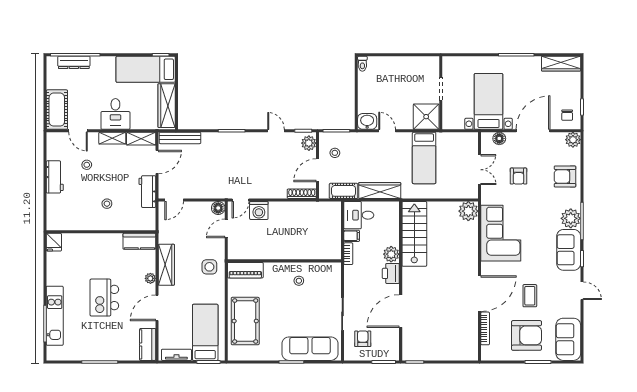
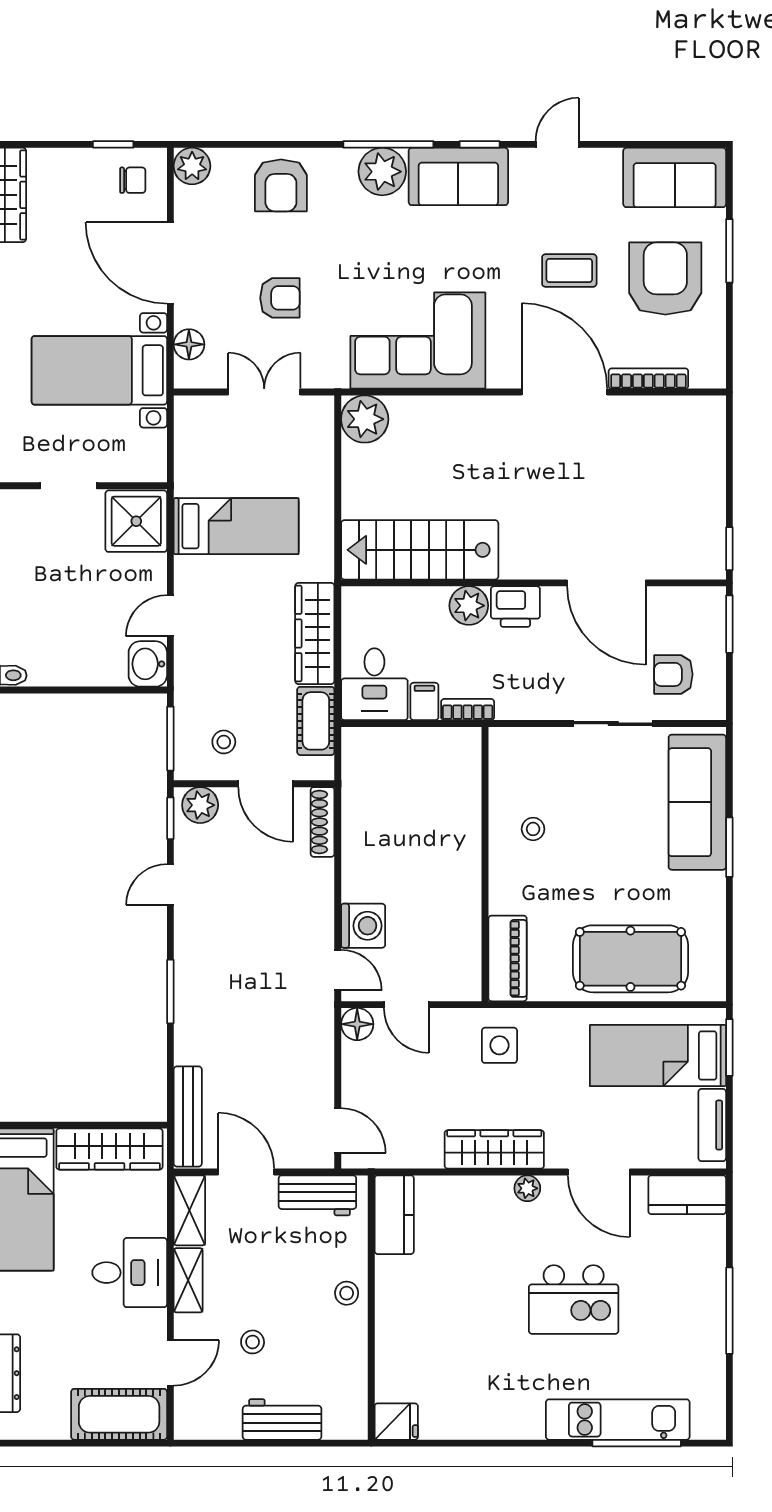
wall: (101, 232) -> (371, 1308), moved
kitchen counter: (139, 241) -> (394, 1215), moved
fridge: (54, 242) -> (396, 1422), moved

